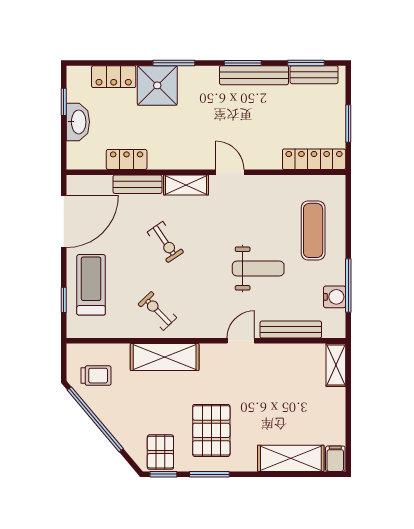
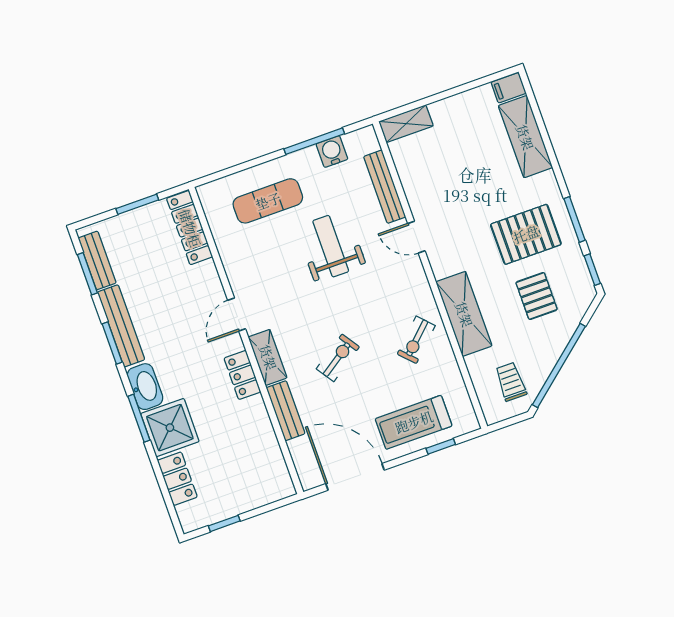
washbasin: (78, 122) -> (145, 387), moved, turned 90
locker: (127, 159) -> (242, 375), moved
pallet: (160, 452) -> (537, 296), moved, turned 90

